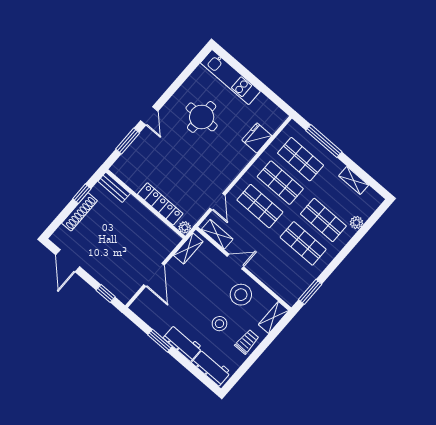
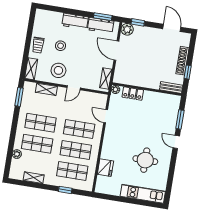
window: (324, 141) -> (65, 190), width x0.46
locker: (160, 204) -> (133, 94), width x0.66
shelving: (217, 234) -> (46, 89), moved
plant: (124, 293) -> (127, 29), added
window: (160, 341) -> (103, 17), moved
workbench: (211, 367) -> (101, 25), moved

